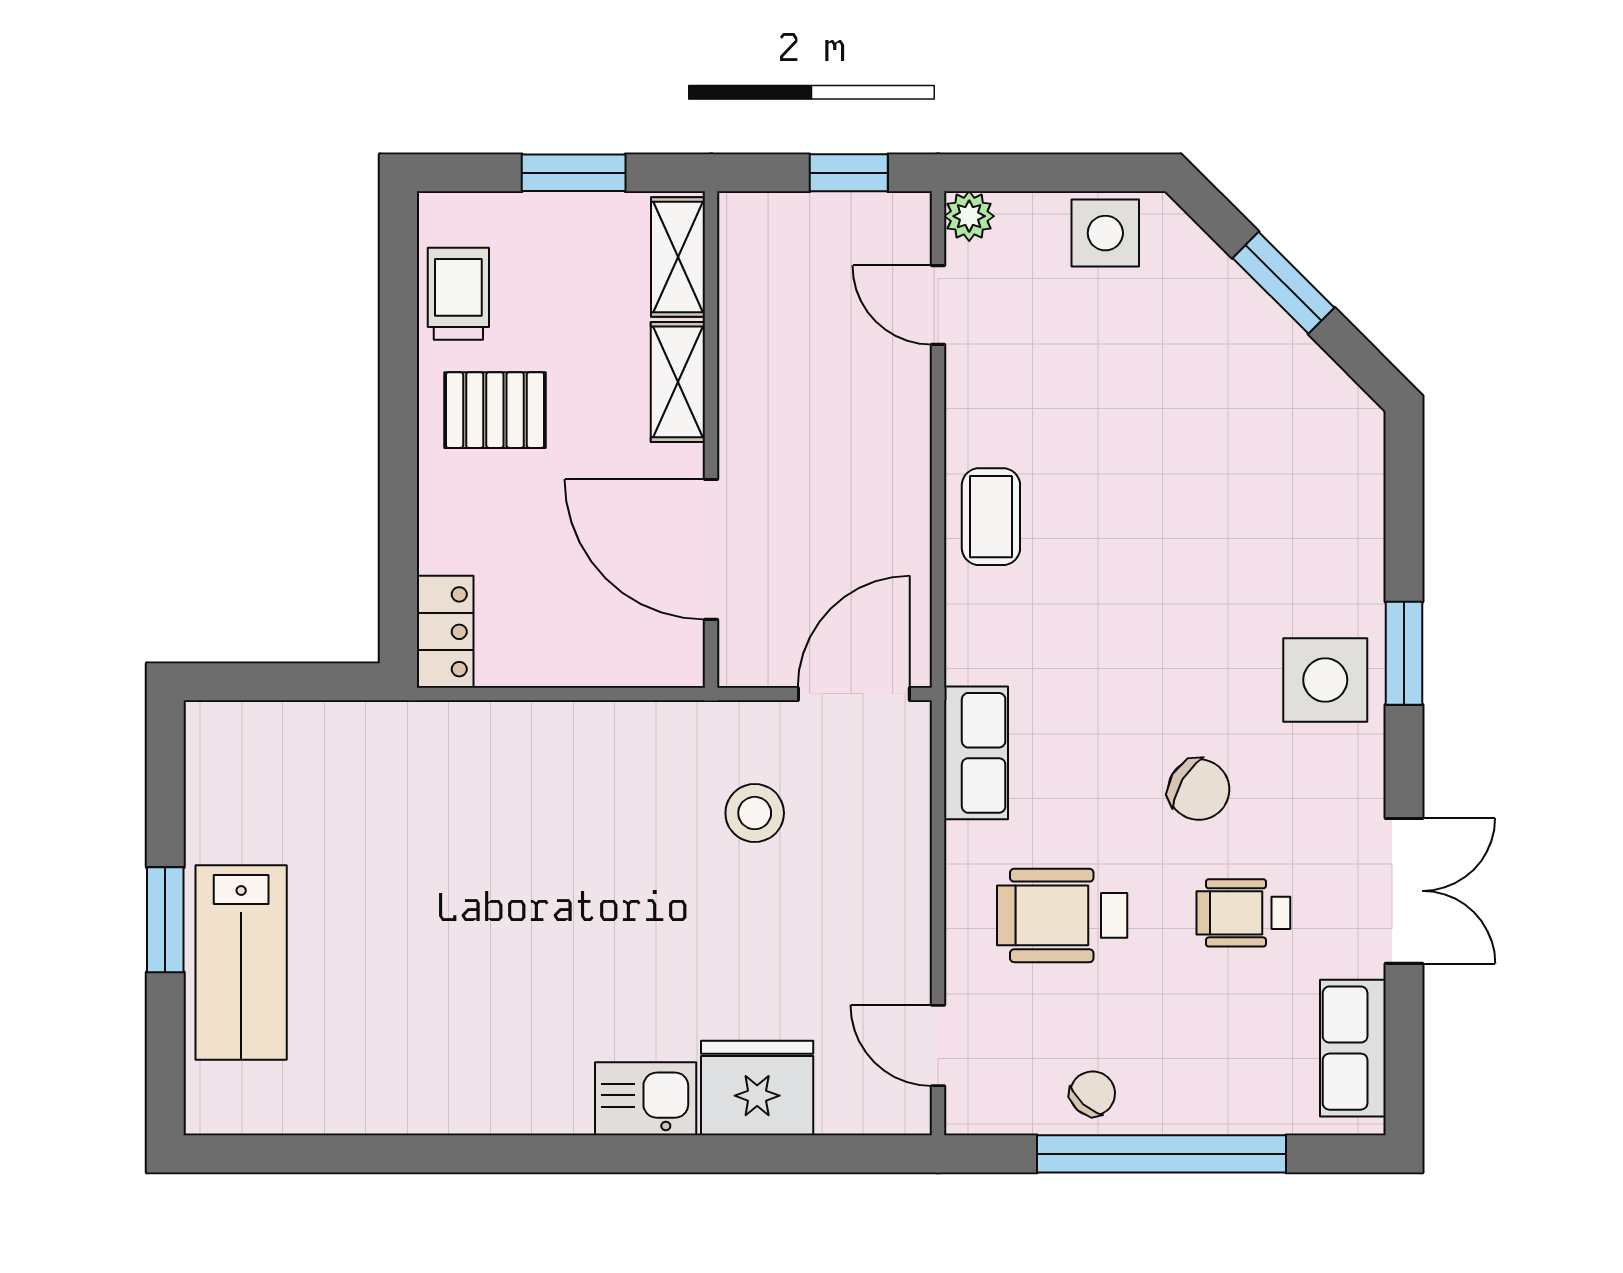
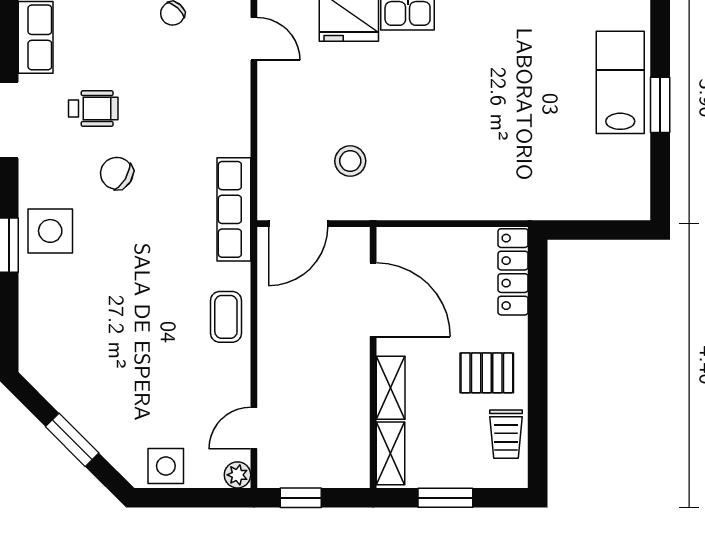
door: (938, 305) -> (254, 428), swing flipped
locker: (445, 632) -> (513, 272), width x1.53
row of seats: (976, 753) -> (234, 209), width x1.48
wheelchair: (1062, 915) -> (189, 107), removed

